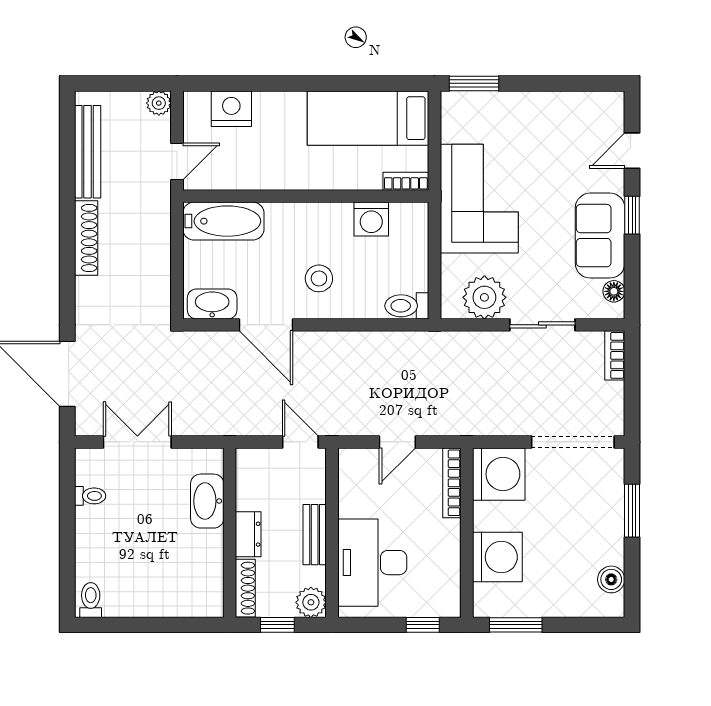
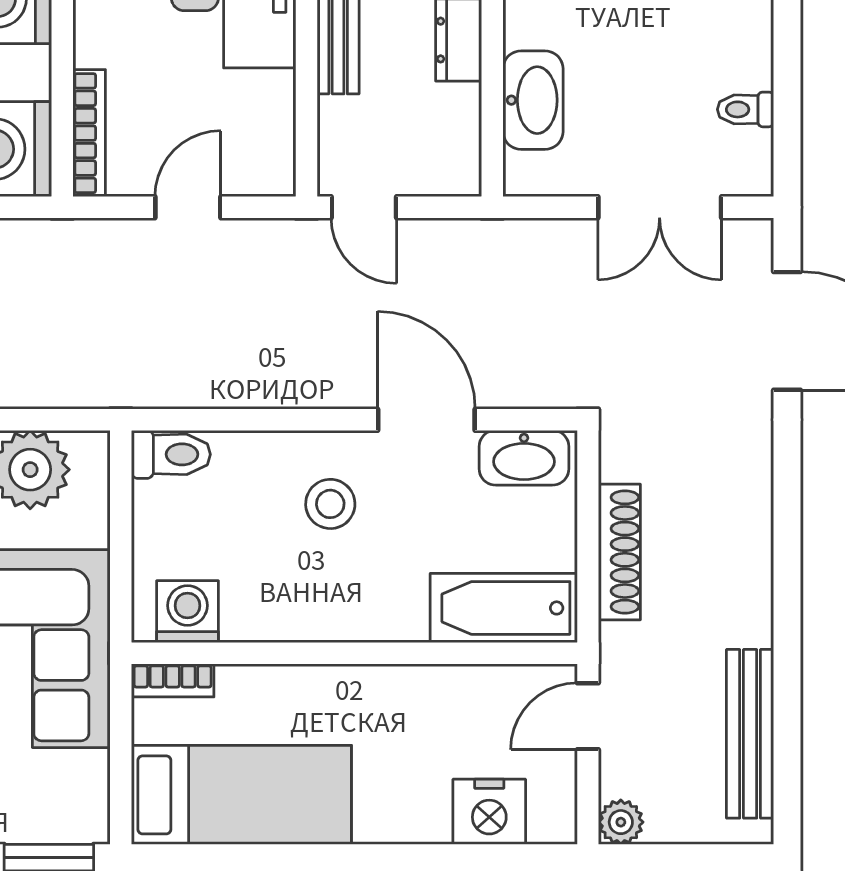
washing machine: (371, 219) -> (188, 612), moved
shoe rack: (86, 238) -> (619, 552), moved, turned 180

